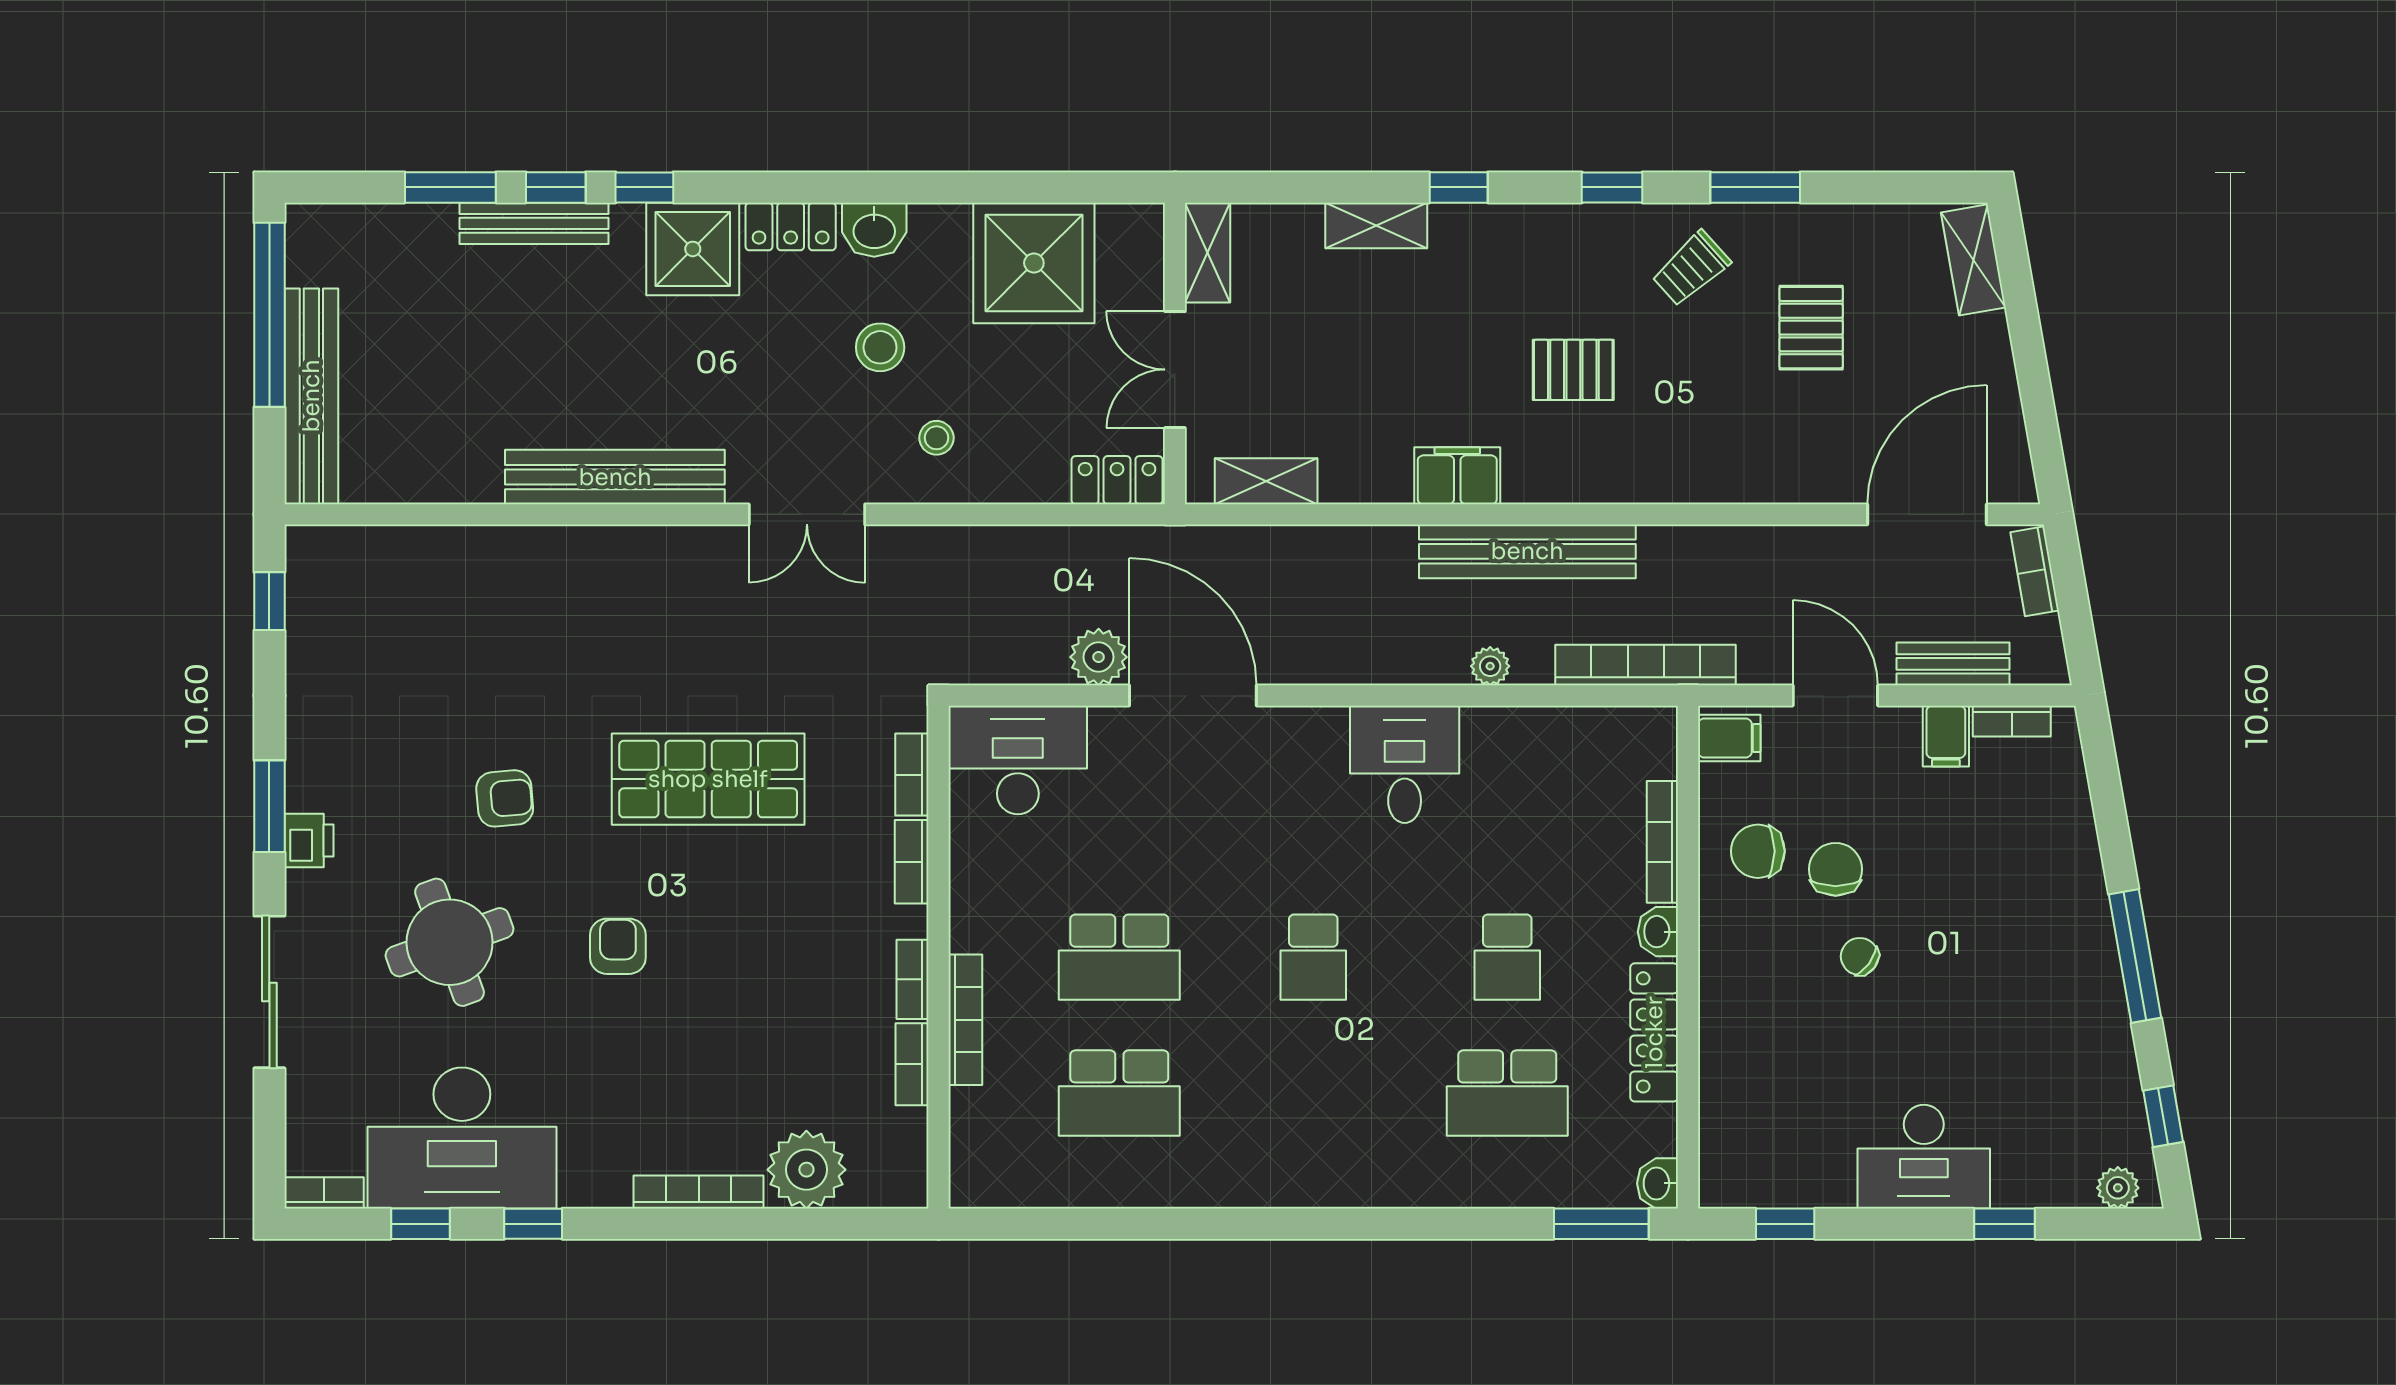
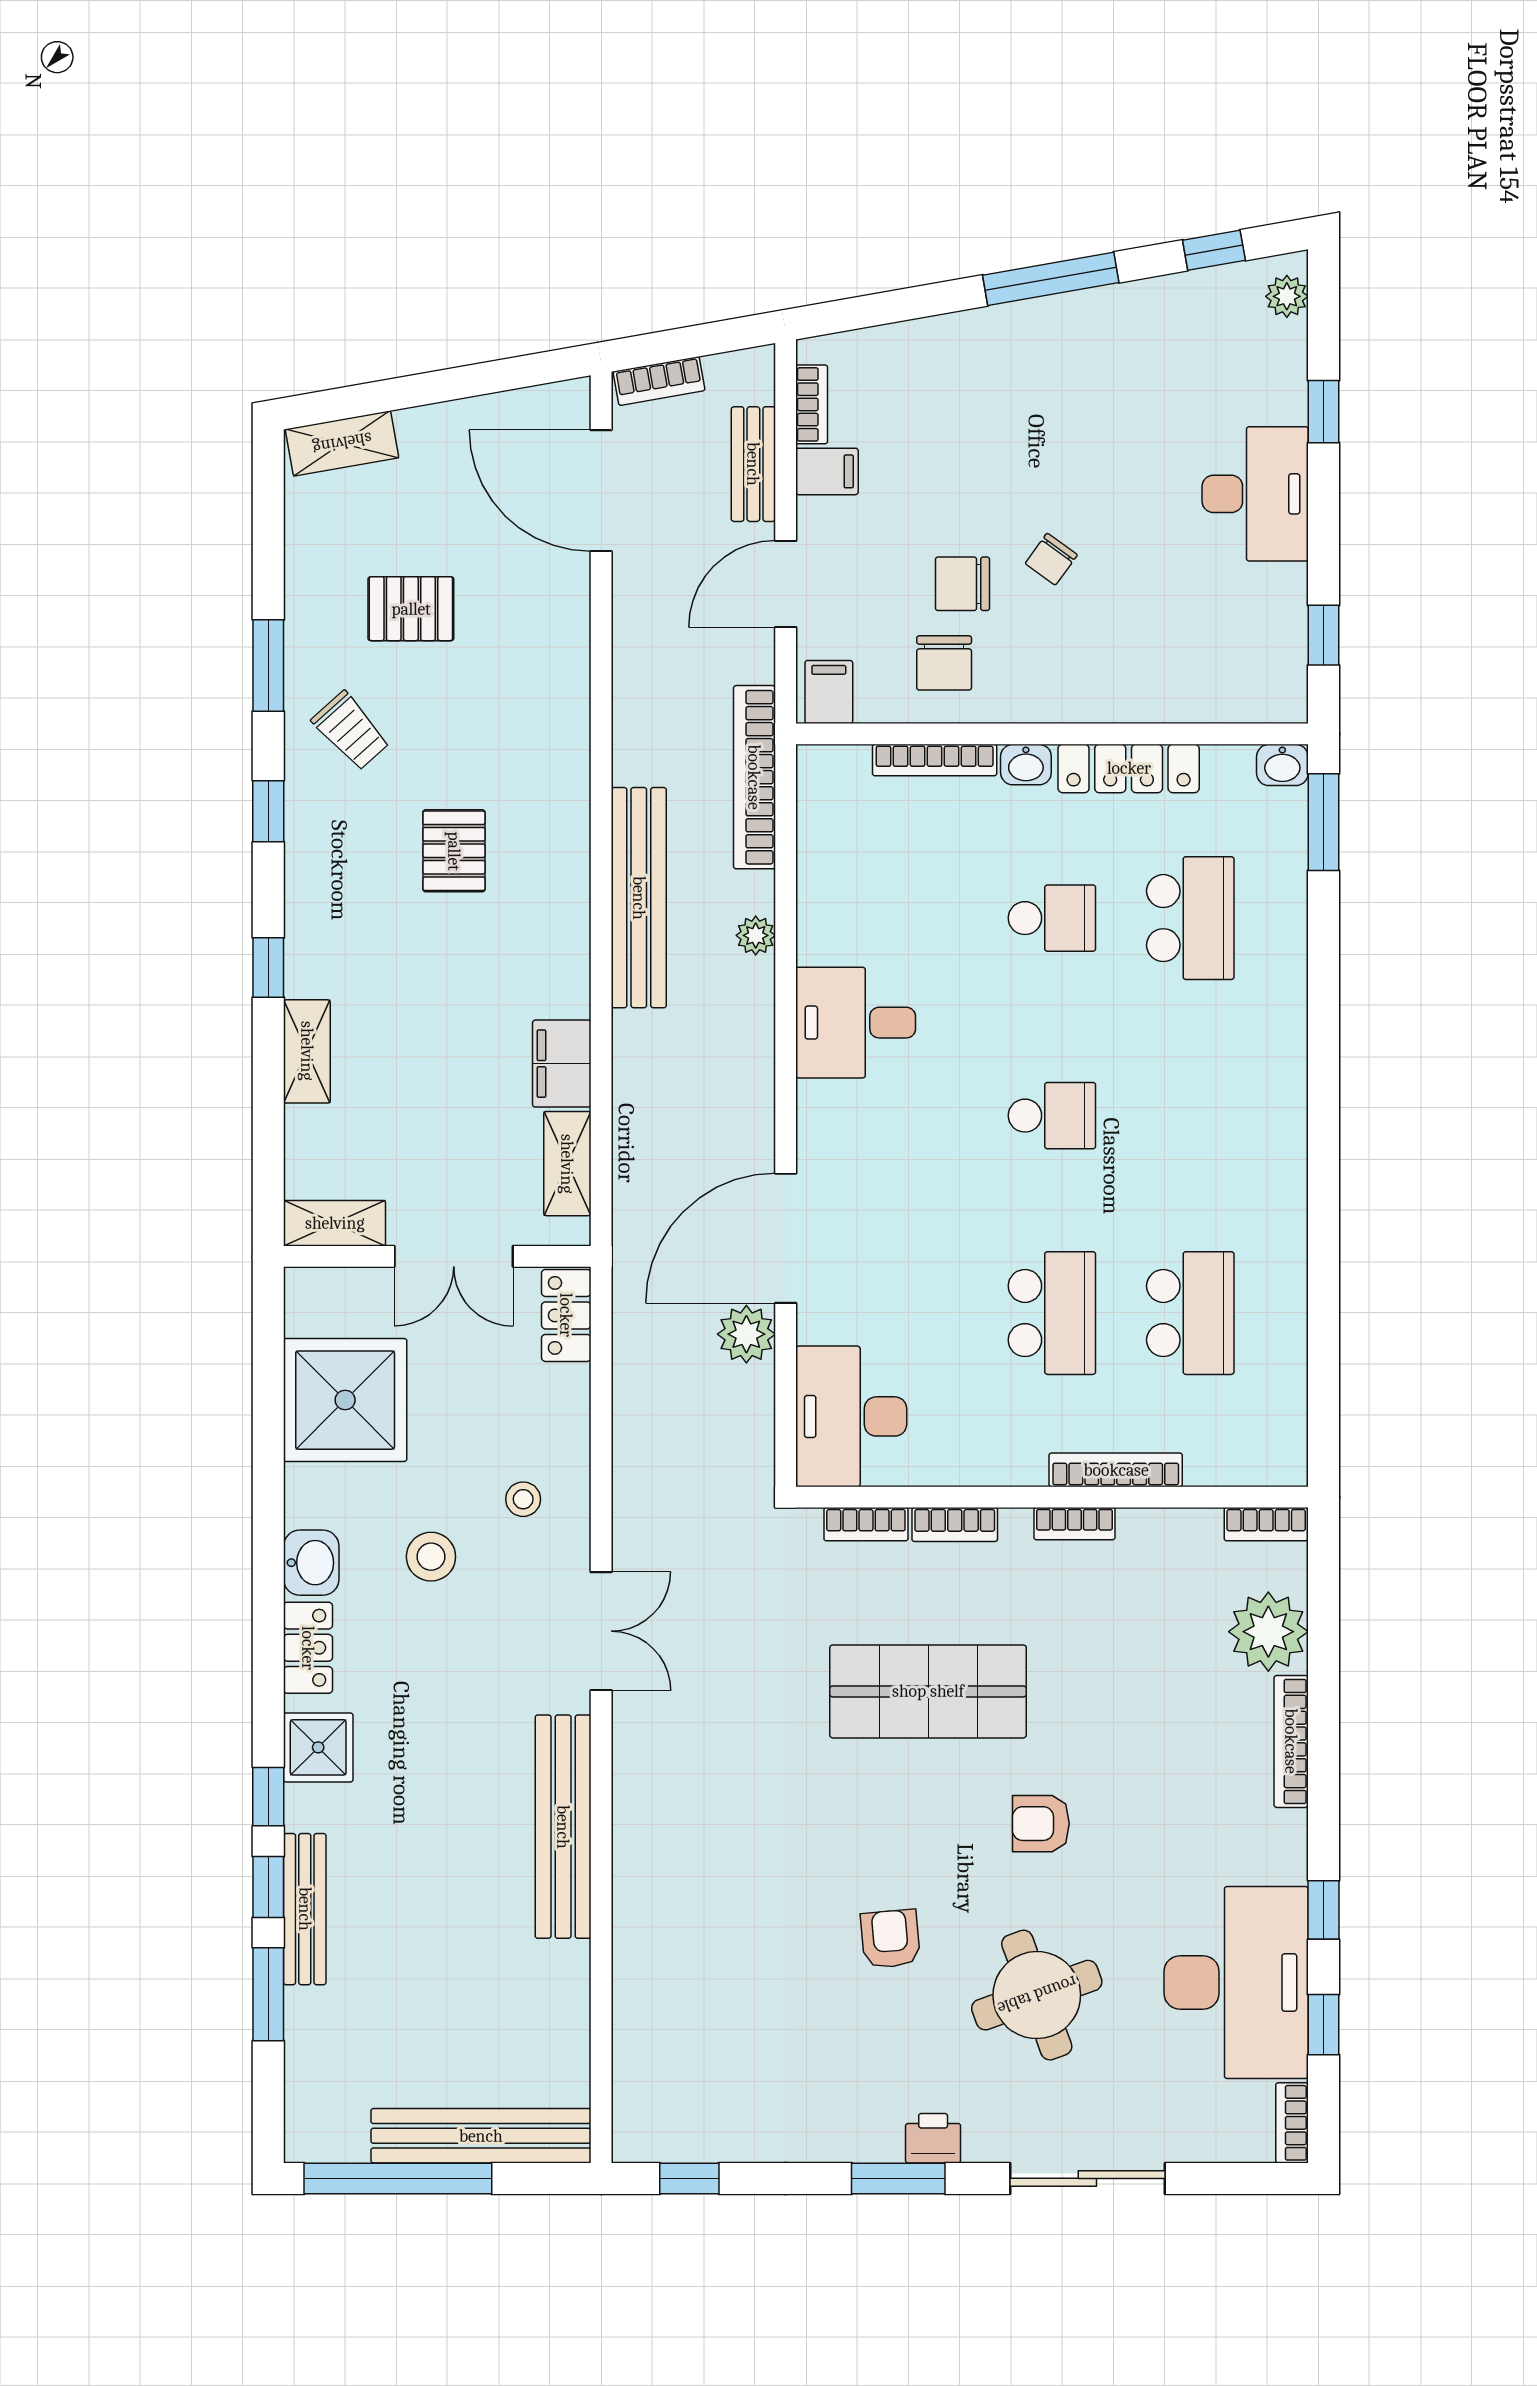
shower: (693, 249) -> (318, 1747), width x0.73, depth x0.73
filing cabinet: (1457, 476) -> (562, 1064), moved
shop shelf: (708, 779) -> (928, 1691), moved, turned 90
bookcase: (912, 1064) -> (1266, 1524), moved

